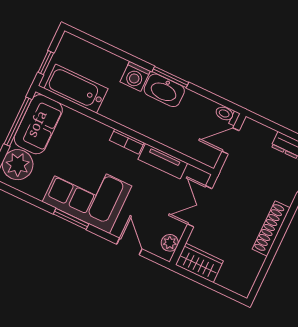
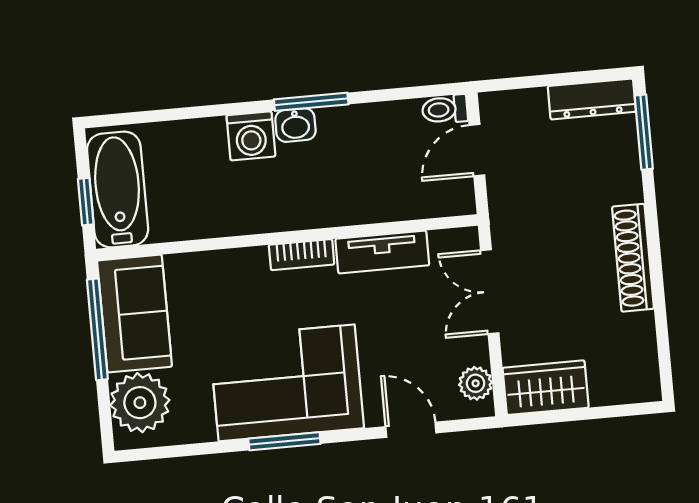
bathtub: (76, 89) -> (118, 190), moved, turned 90
washbasin: (164, 90) -> (295, 125), width x0.52, depth x0.69

